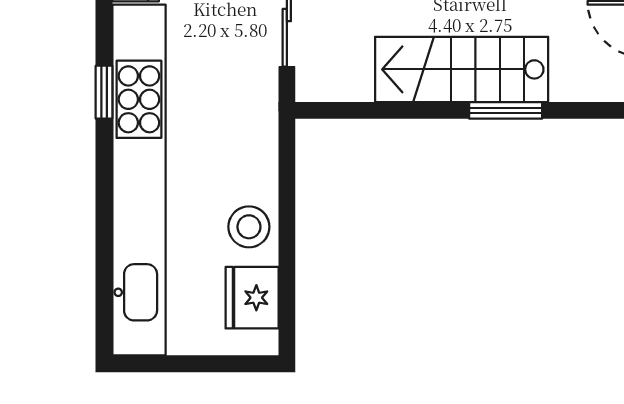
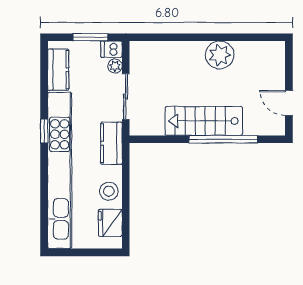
window: (506, 110) -> (223, 139), width x2.11
kitchen counter: (255, 119) -> (111, 143), added

